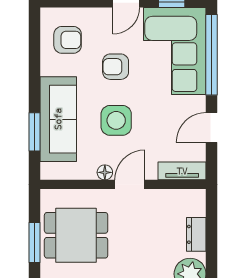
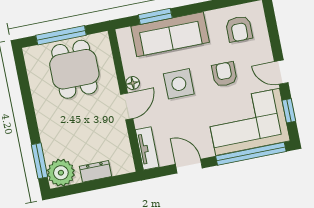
door: (130, 184) -> (127, 106), hinge flipped
window: (35, 243) -> (61, 35), width x1.44

